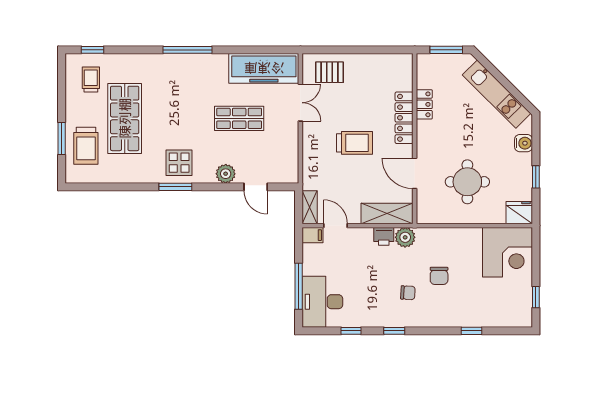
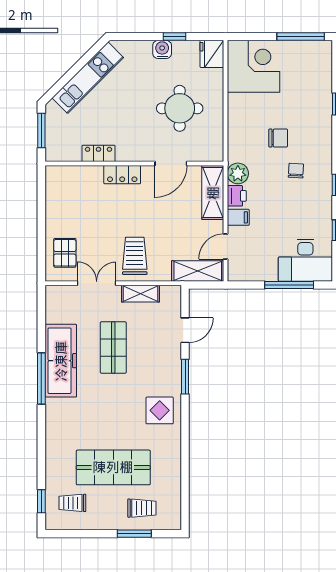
window: (187, 50) -> (41, 379), moved
freezer: (264, 68) -> (61, 361), moved
locker: (404, 118) -> (122, 175), width x0.66
trolley: (354, 143) -> (135, 256), moved
water cooler: (524, 143) -> (162, 49), moved
shelving: (291, 144) -> (140, 294), added
trolley: (86, 146) -> (142, 508), width x0.73, depth x0.72
plant: (226, 174) -> (171, 362), removed
window: (175, 187) -> (185, 377), moved
shelving: (310, 207) -> (198, 271), width x1.50, depth x1.33
filing cabinet: (313, 235) -> (238, 217), moved, turned 90
window: (536, 297) -> (301, 37), width x2.17

